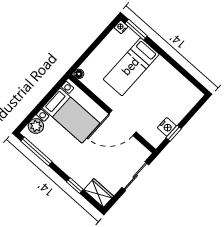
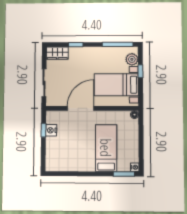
window: (38, 108) -> (140, 71), added

